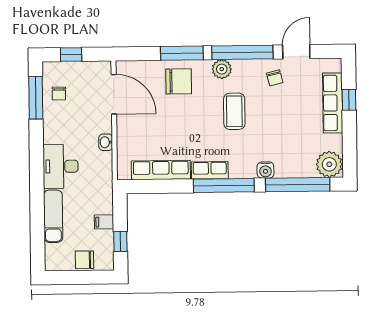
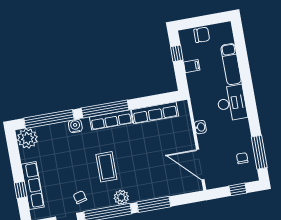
chair: (179, 81) -> (153, 183), removed
row of seats: (210, 170) -> (111, 120), width x1.48

